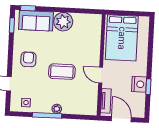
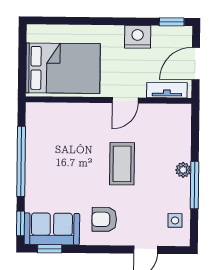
window: (66, 10) -> (21, 161), added
sofa: (36, 21) -> (52, 229), moved, turned -90
plant: (63, 22) -> (40, 165), removed
window: (148, 87) -> (172, 22), moved

